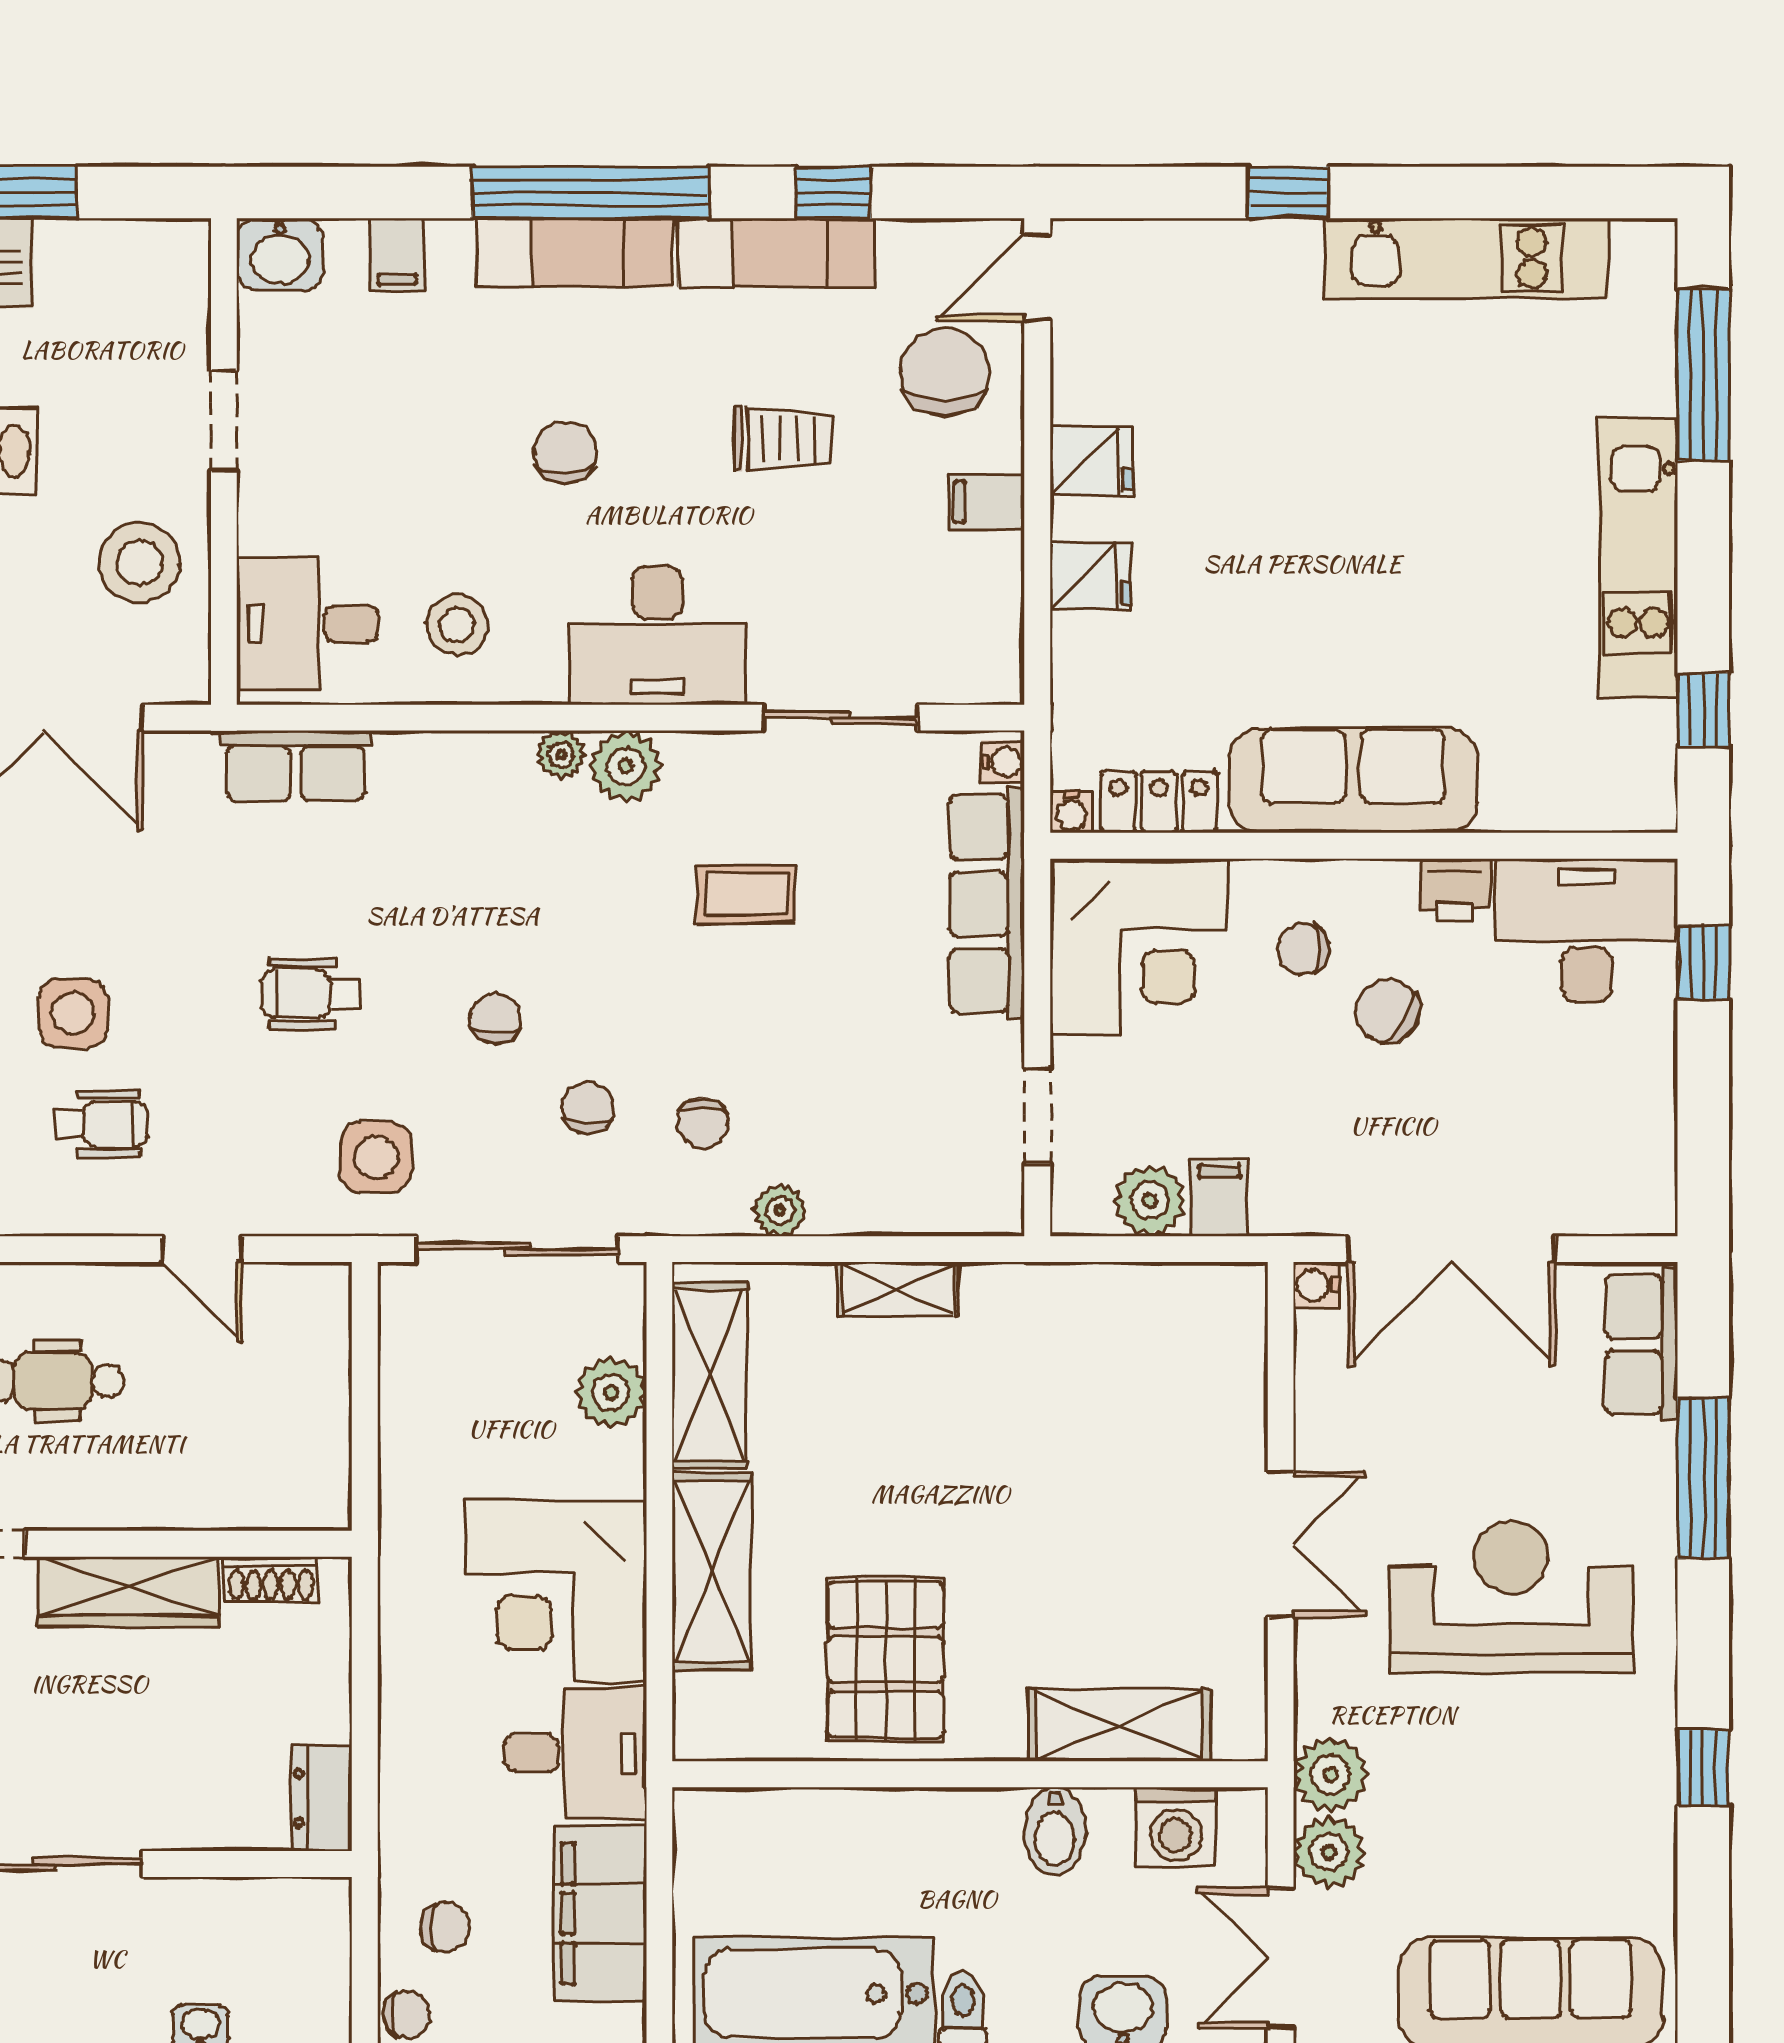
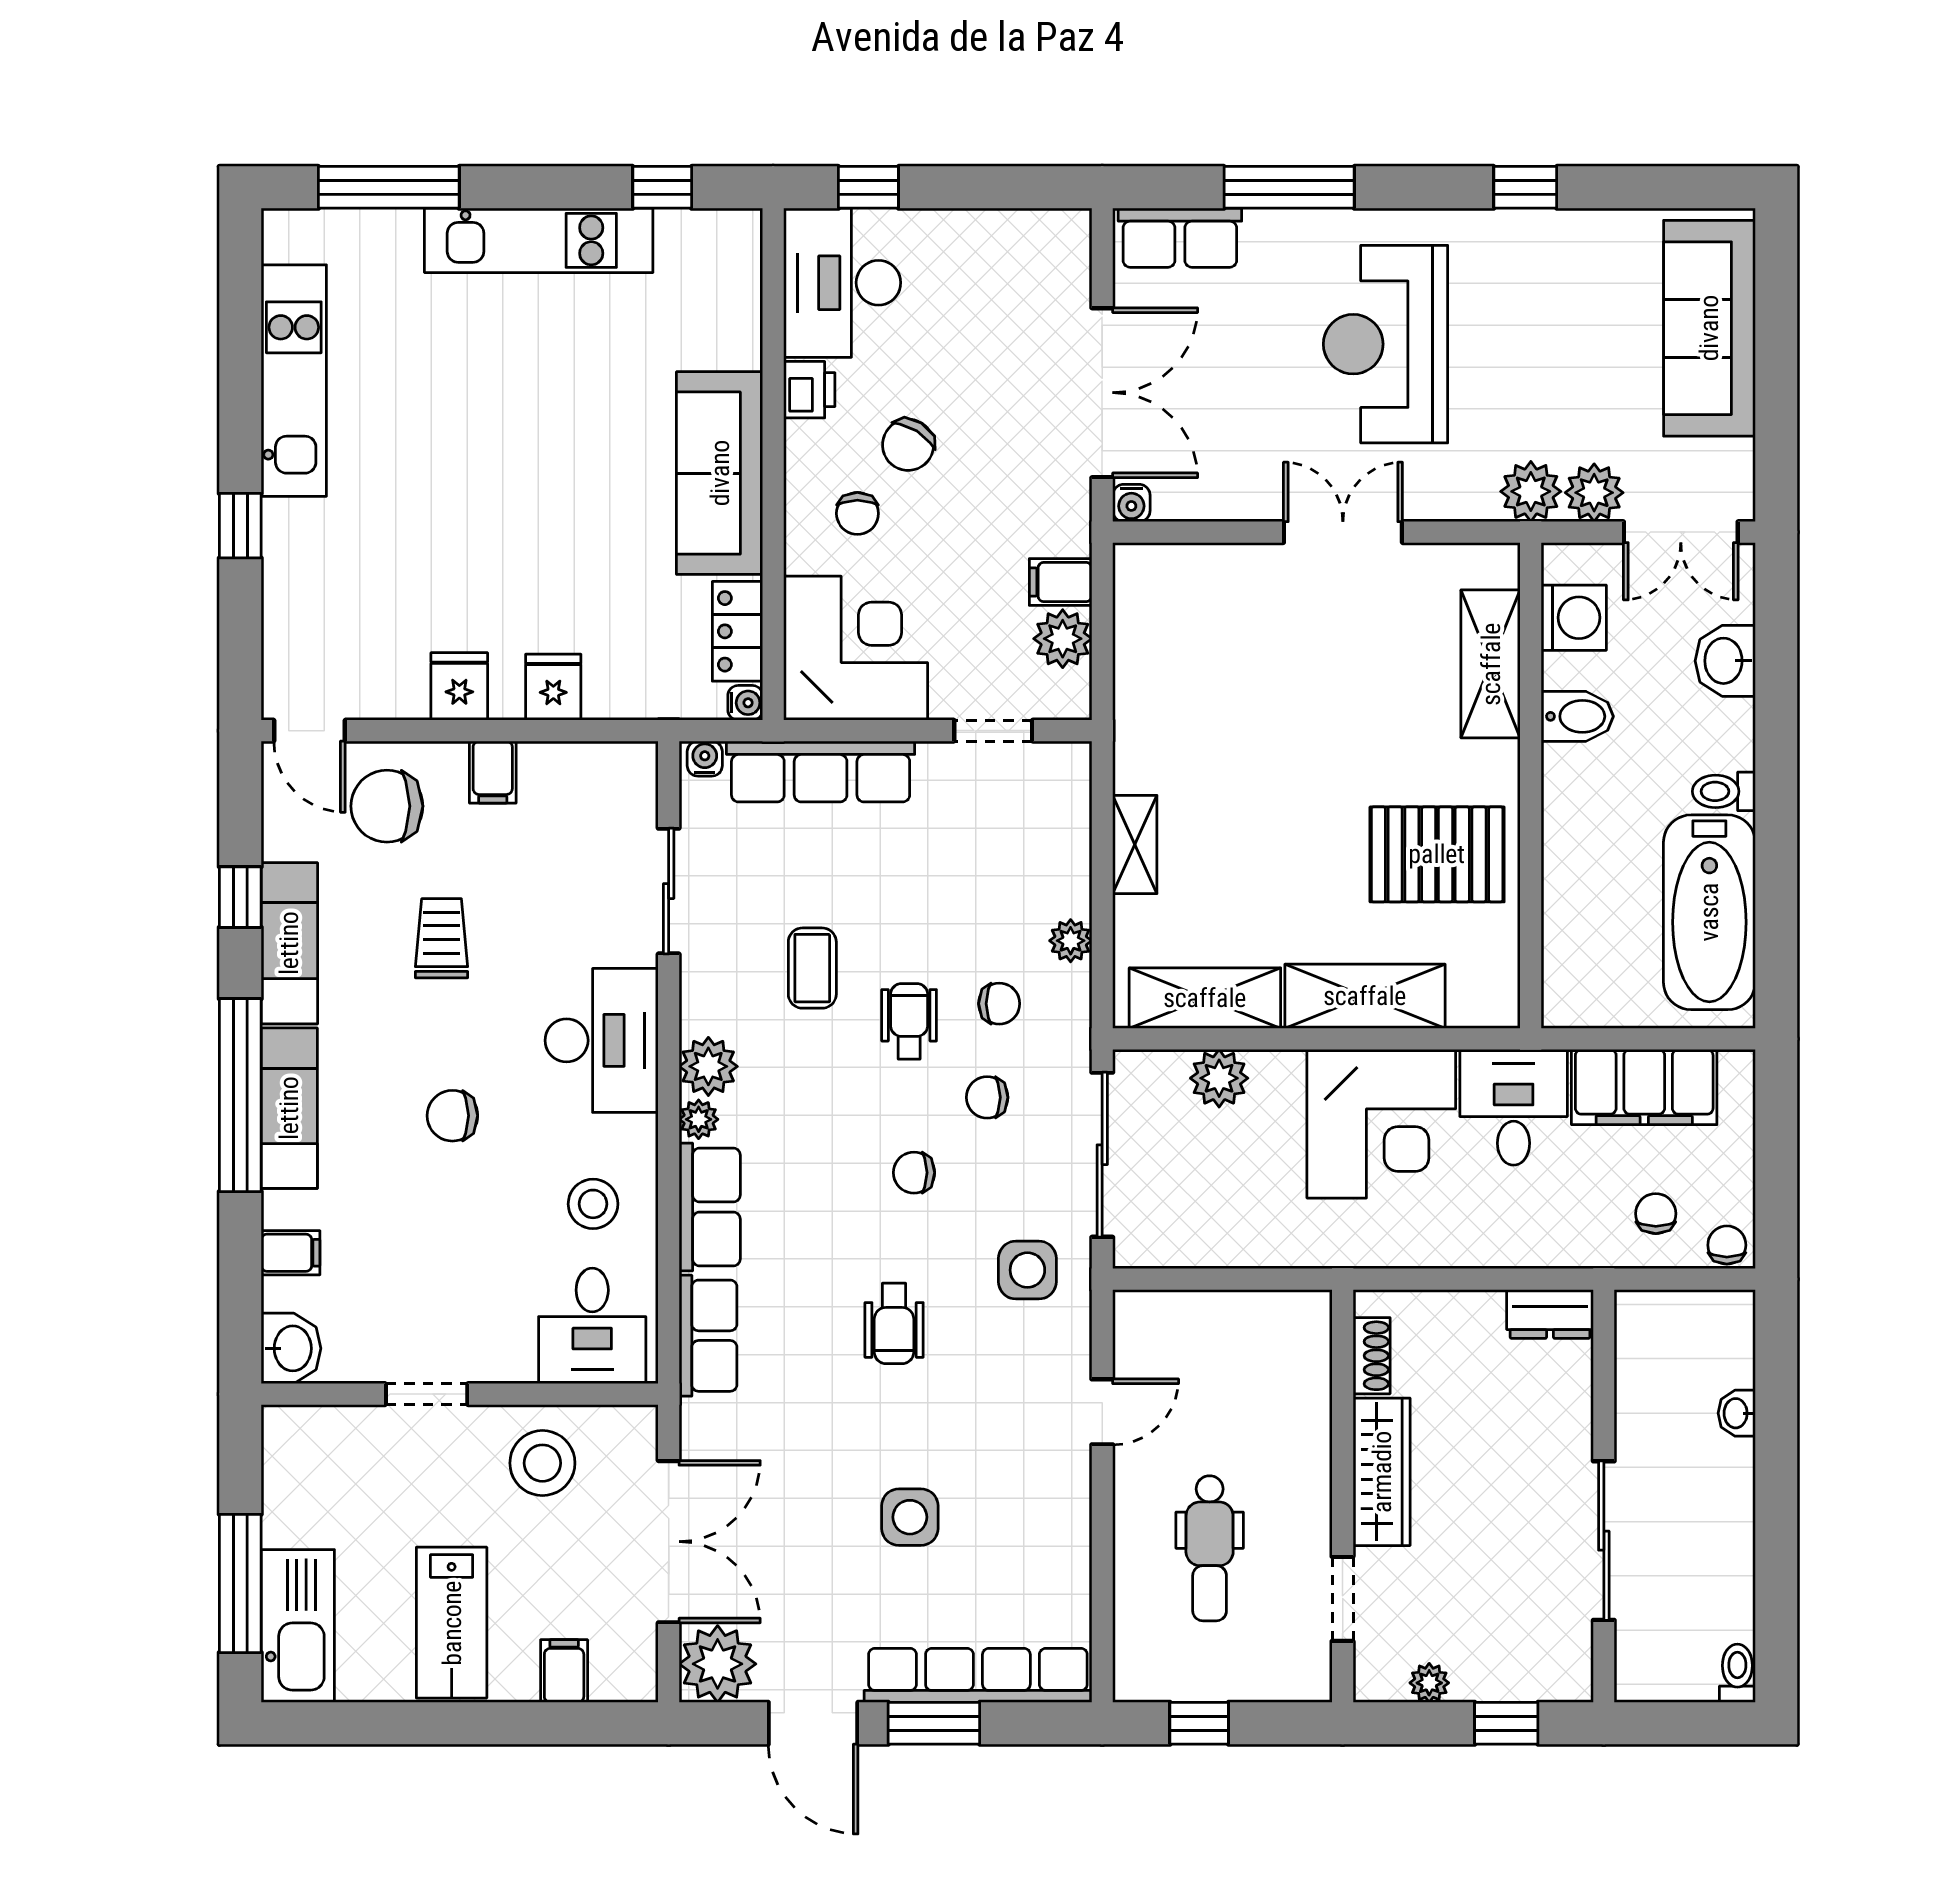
row of seats: (453, 768) -> (710, 1207), added
wheelchair: (101, 1124) -> (909, 1021), moved

